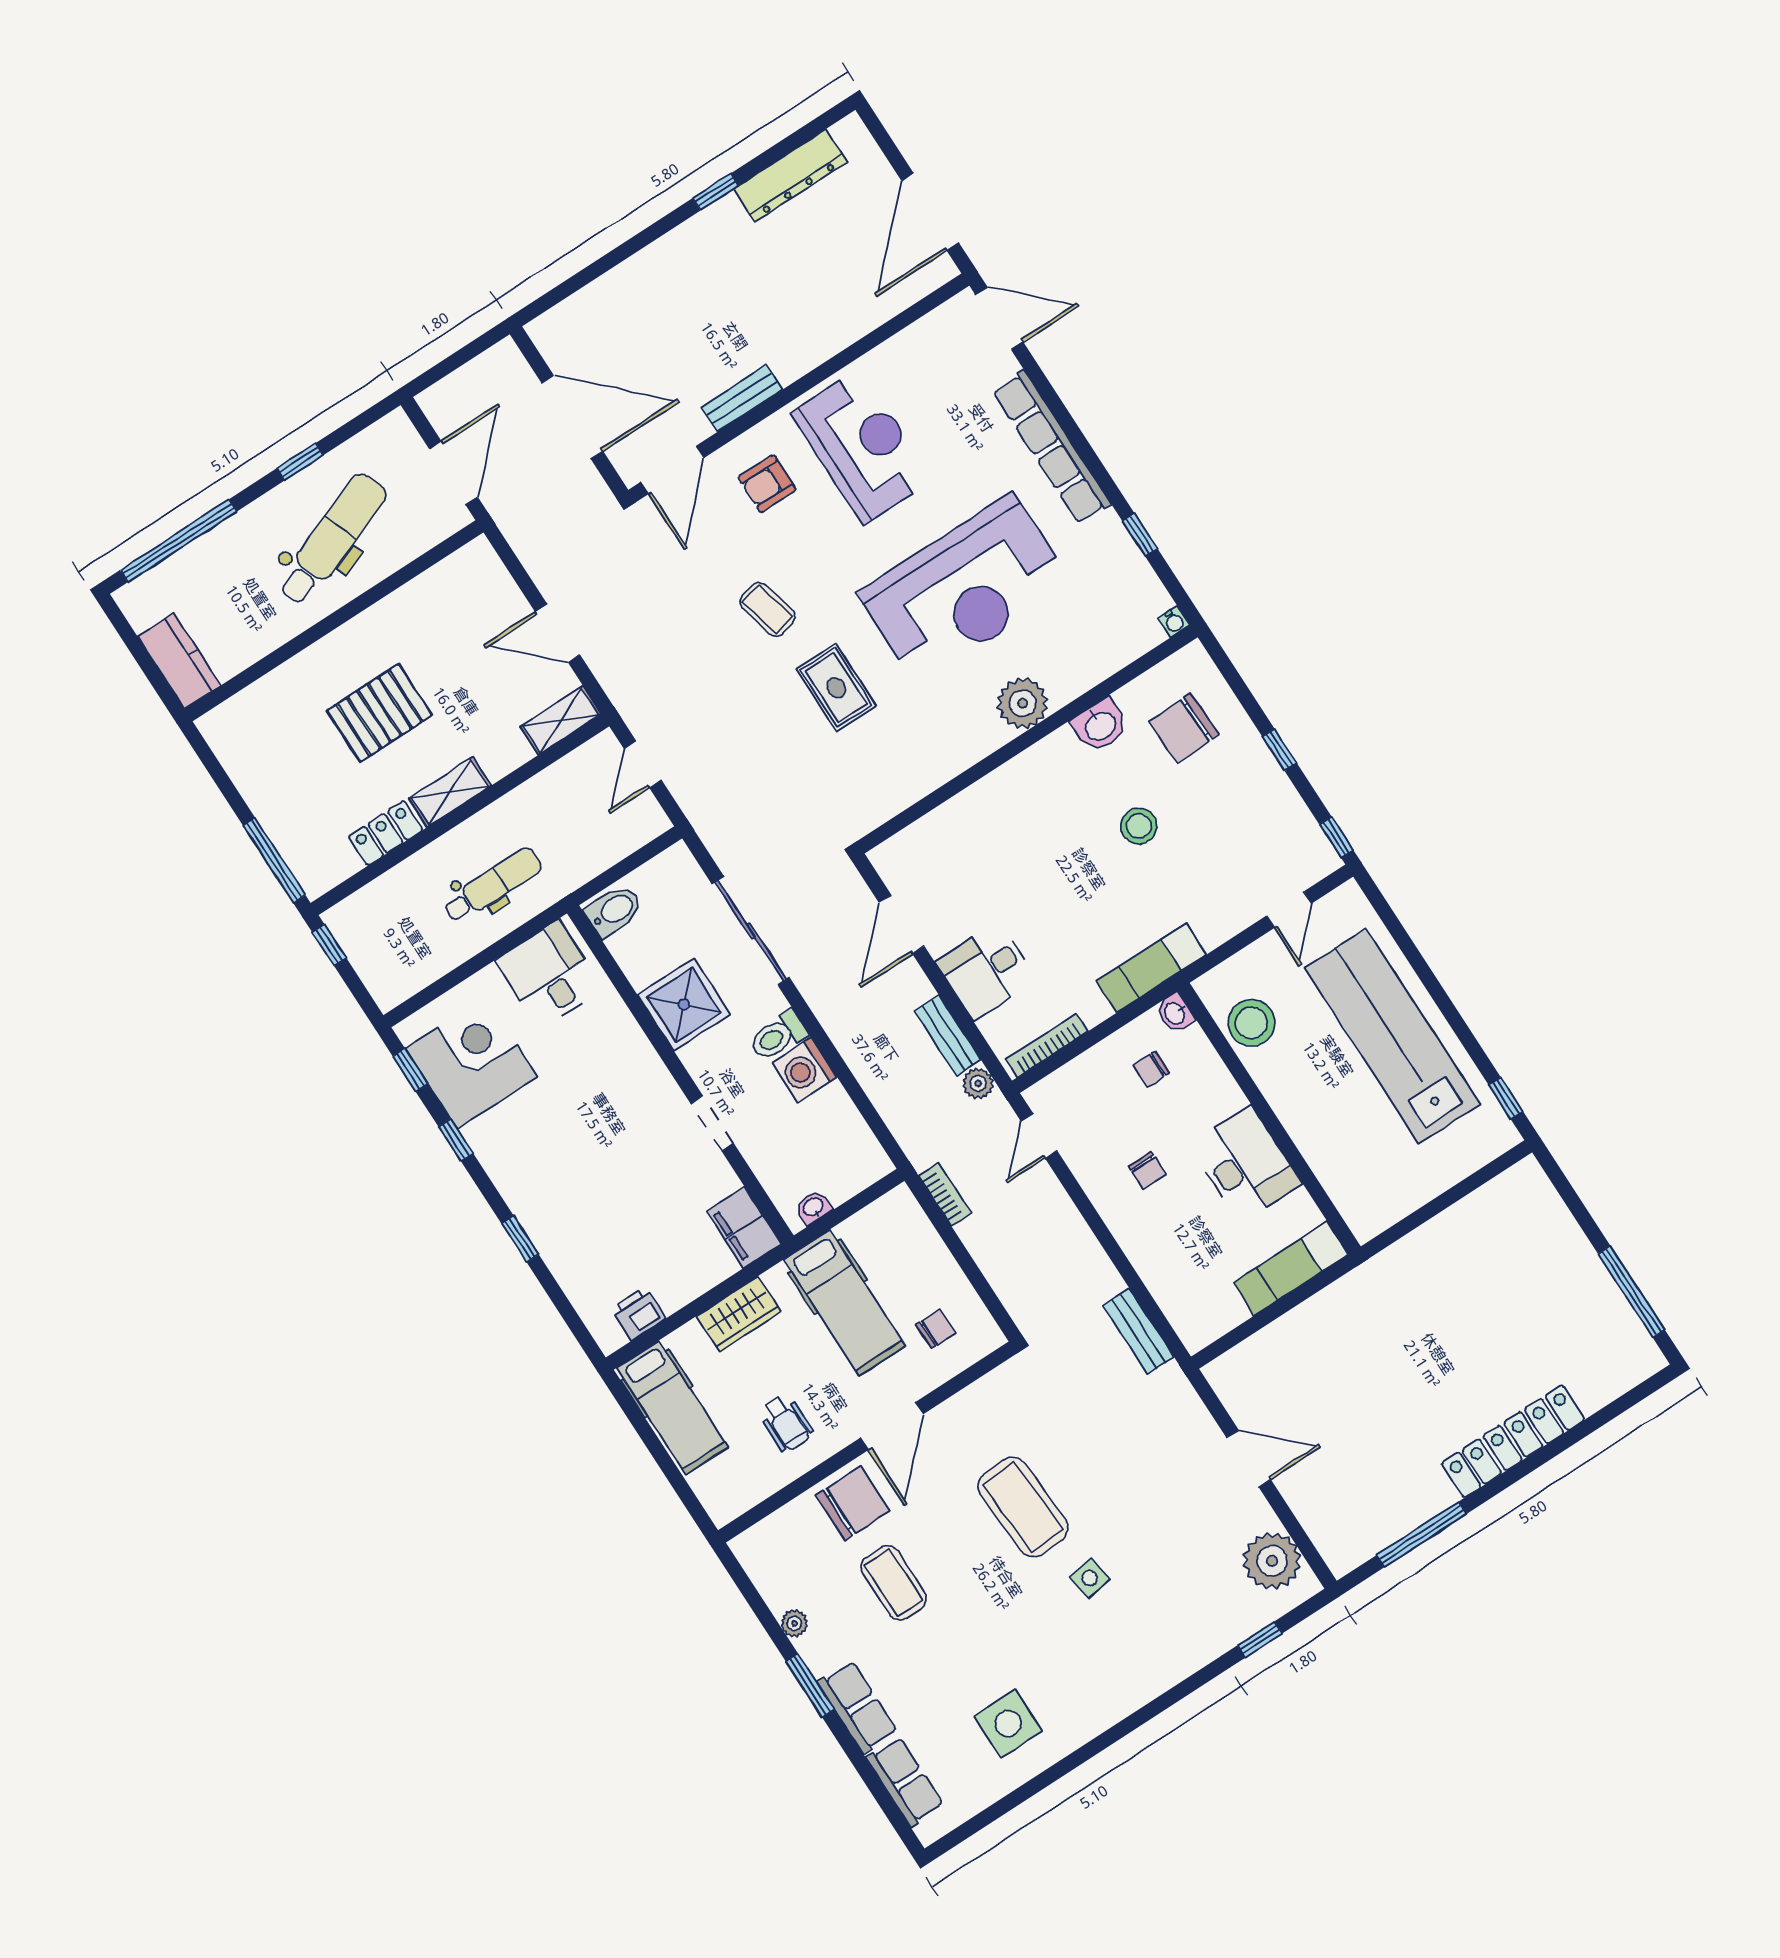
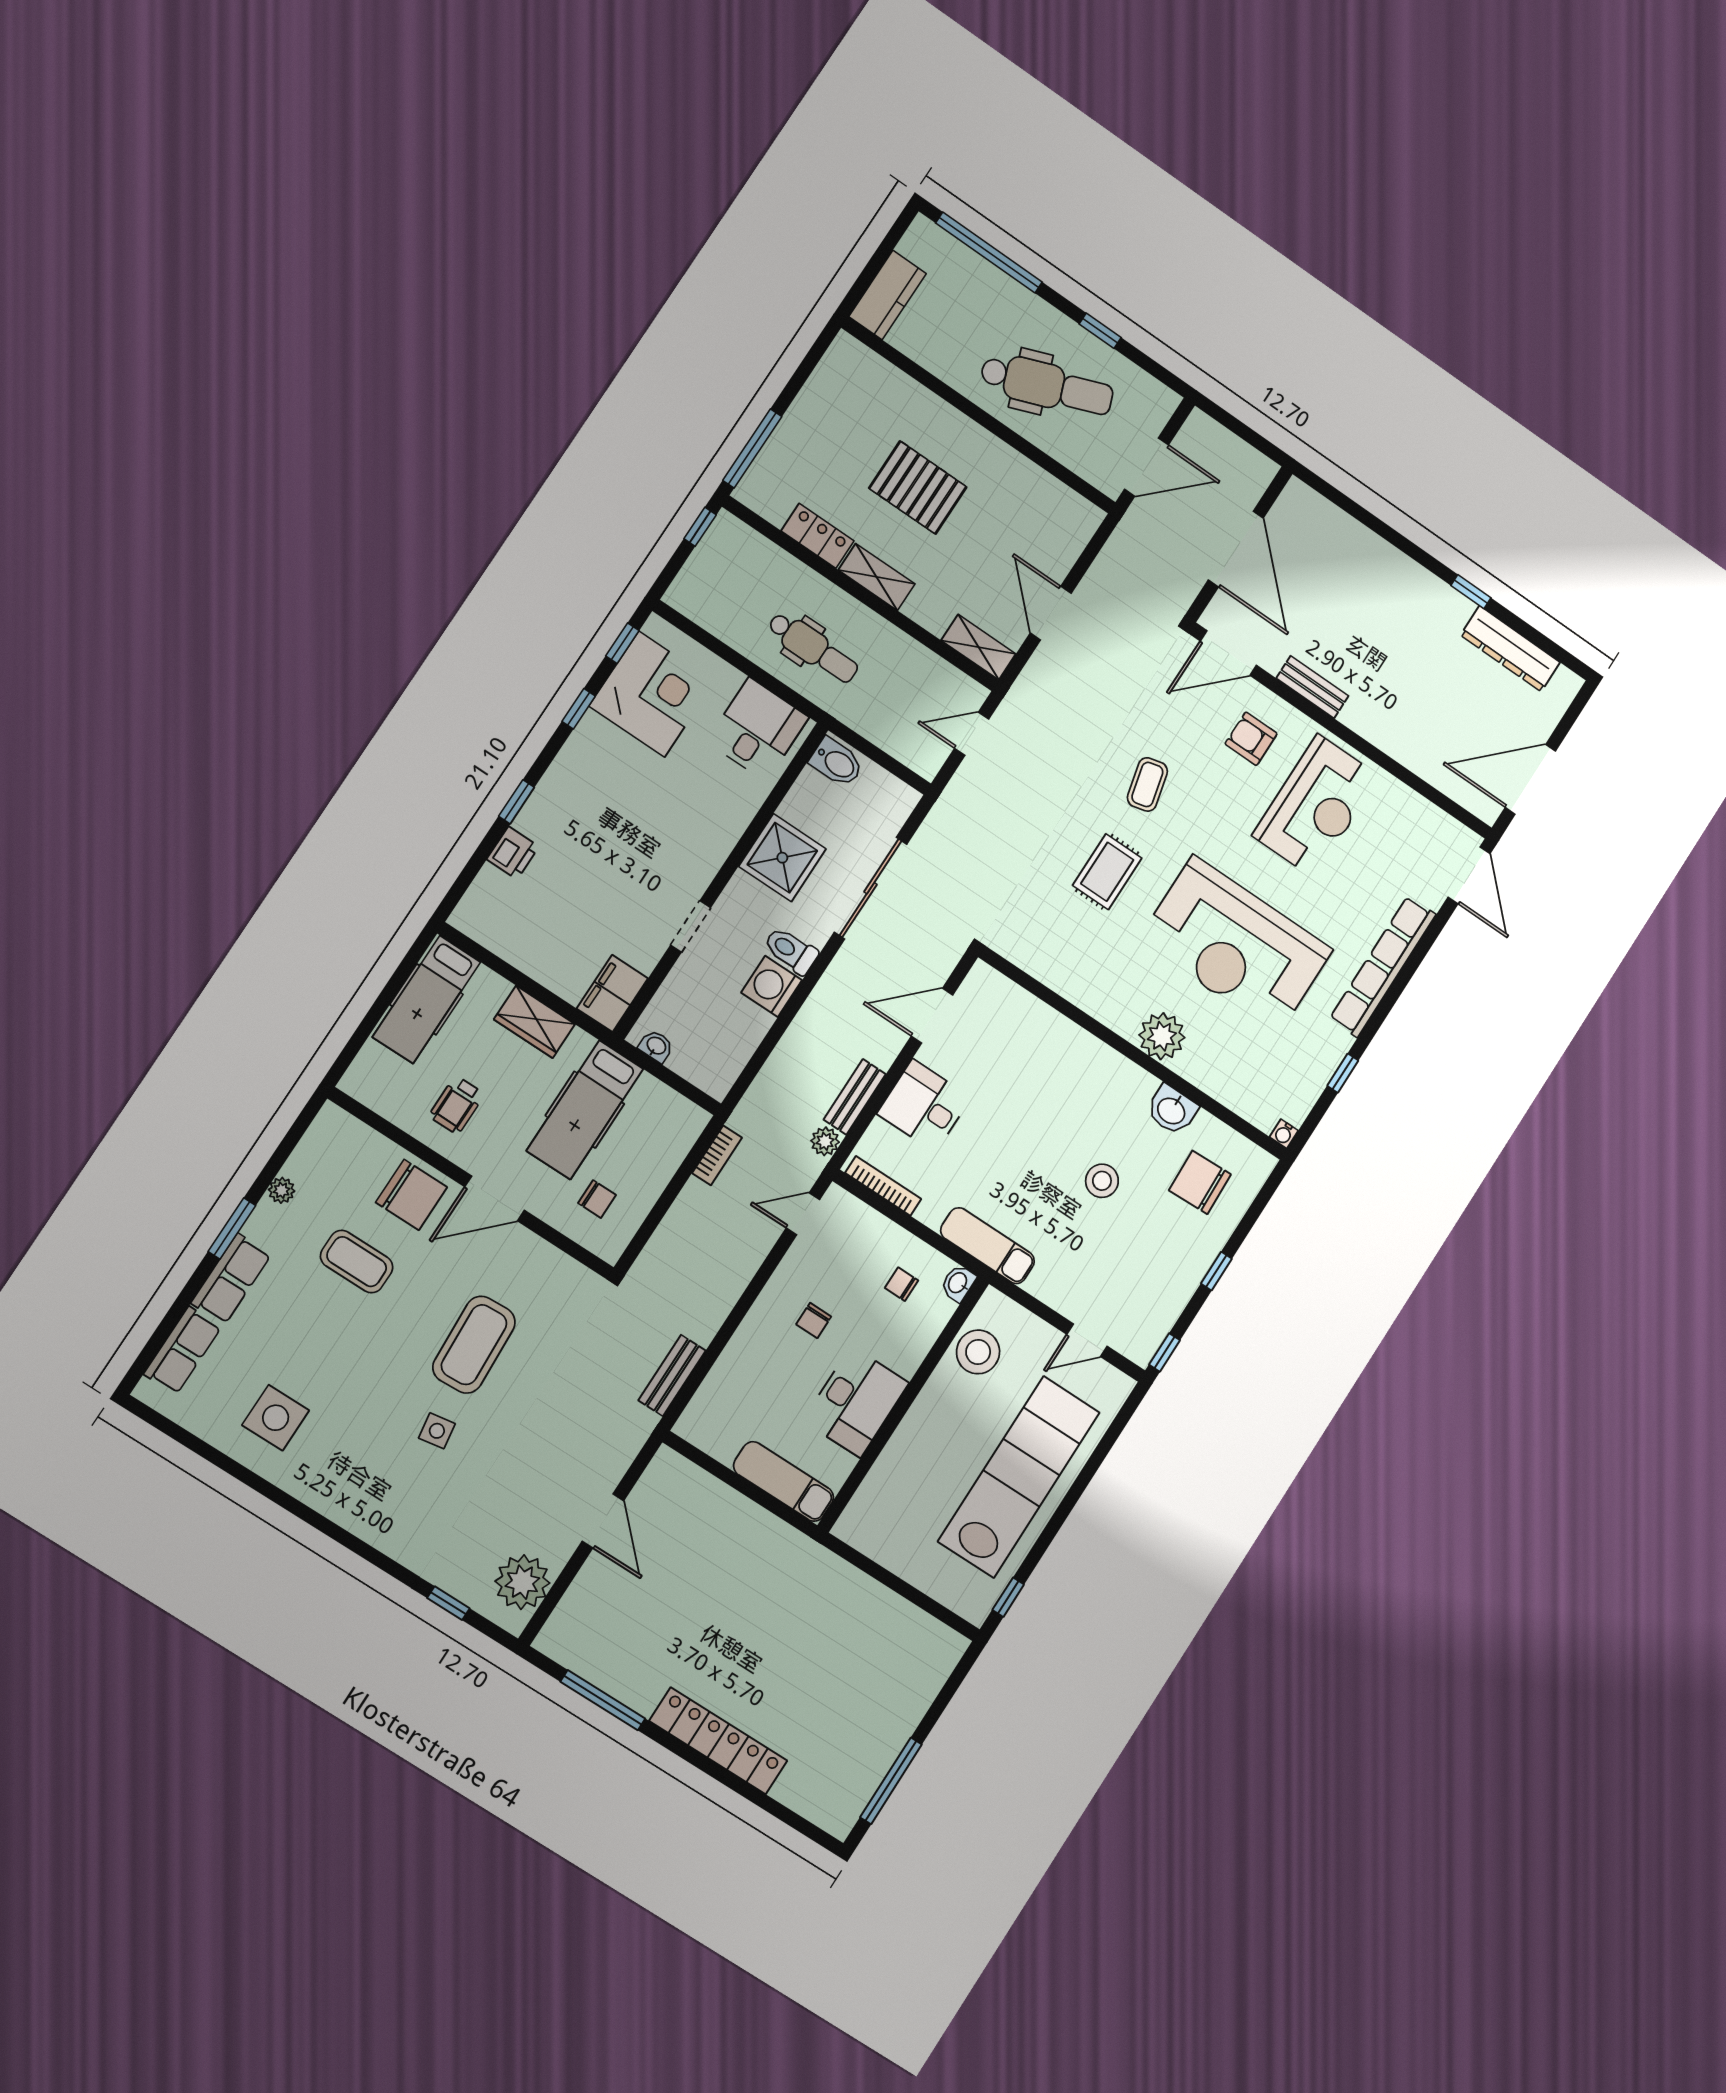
printer: (639, 1314) -> (513, 853), moved, turned 90
coffee table: (894, 1583) -> (357, 1262), turned 90

